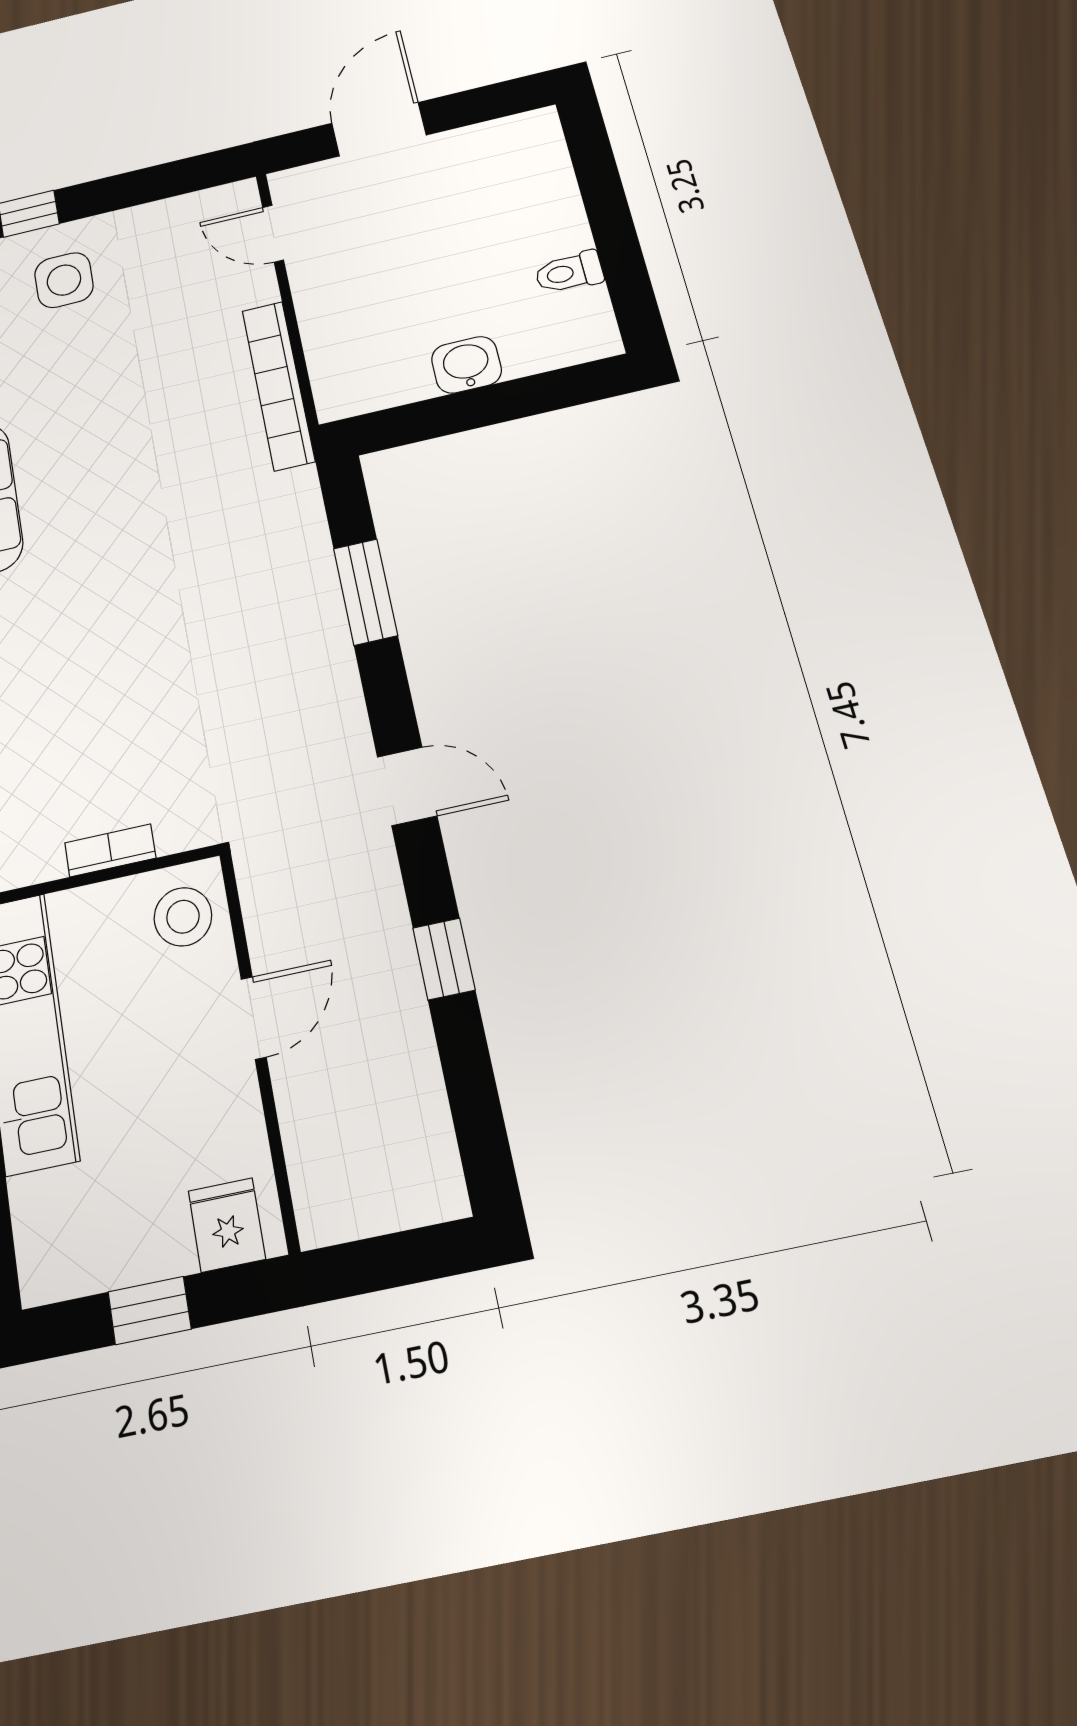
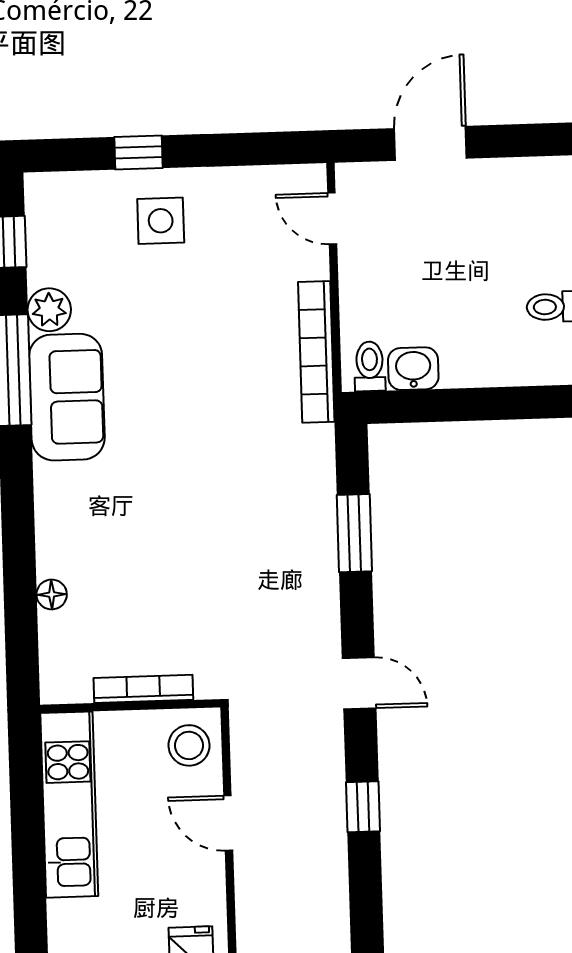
washbasin: (466, 365) -> (413, 369), moved
toilet: (349, 388) -> (370, 366), added
bookcase: (110, 850) -> (143, 689), width x1.56
door: (254, 1018) -> (228, 823), swing flipped

